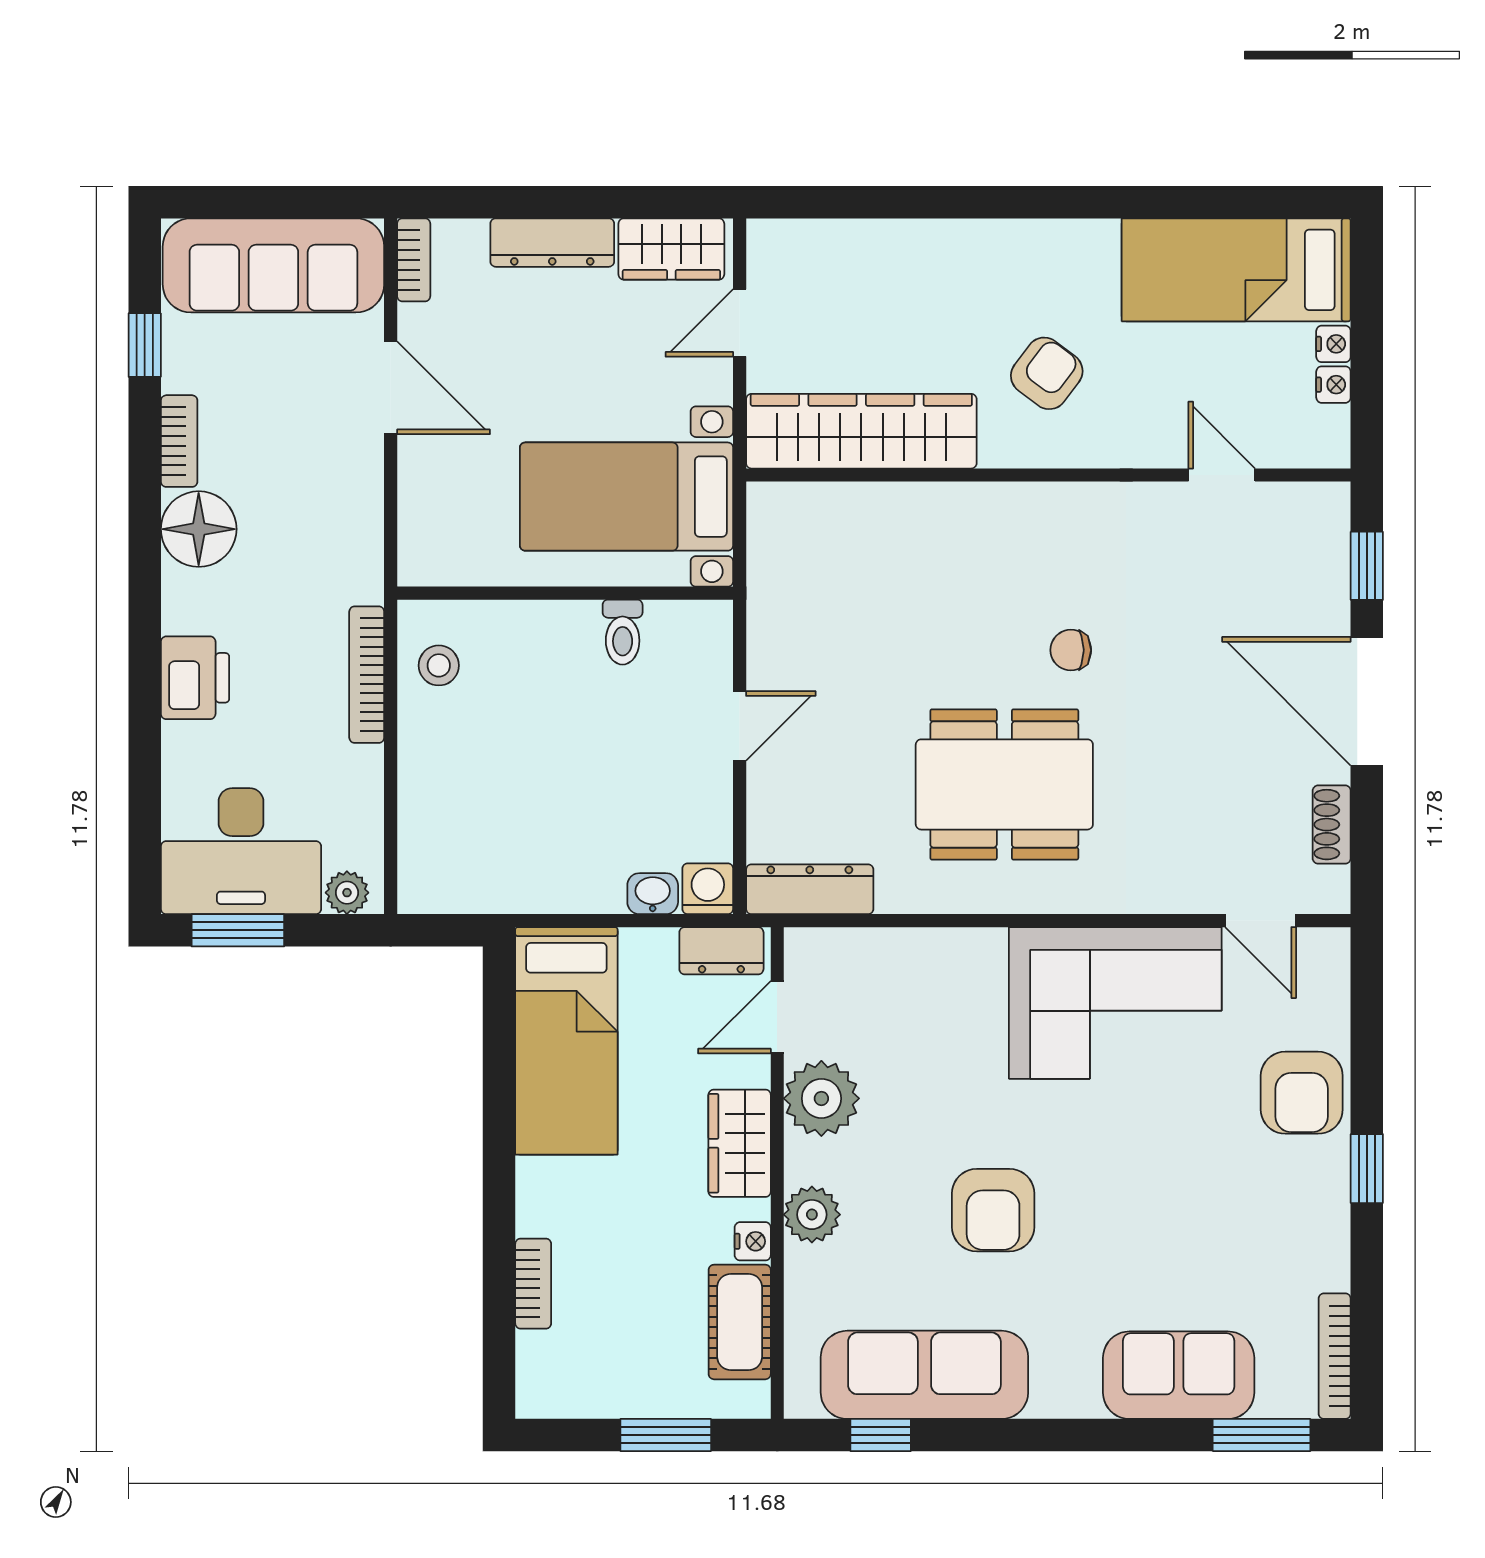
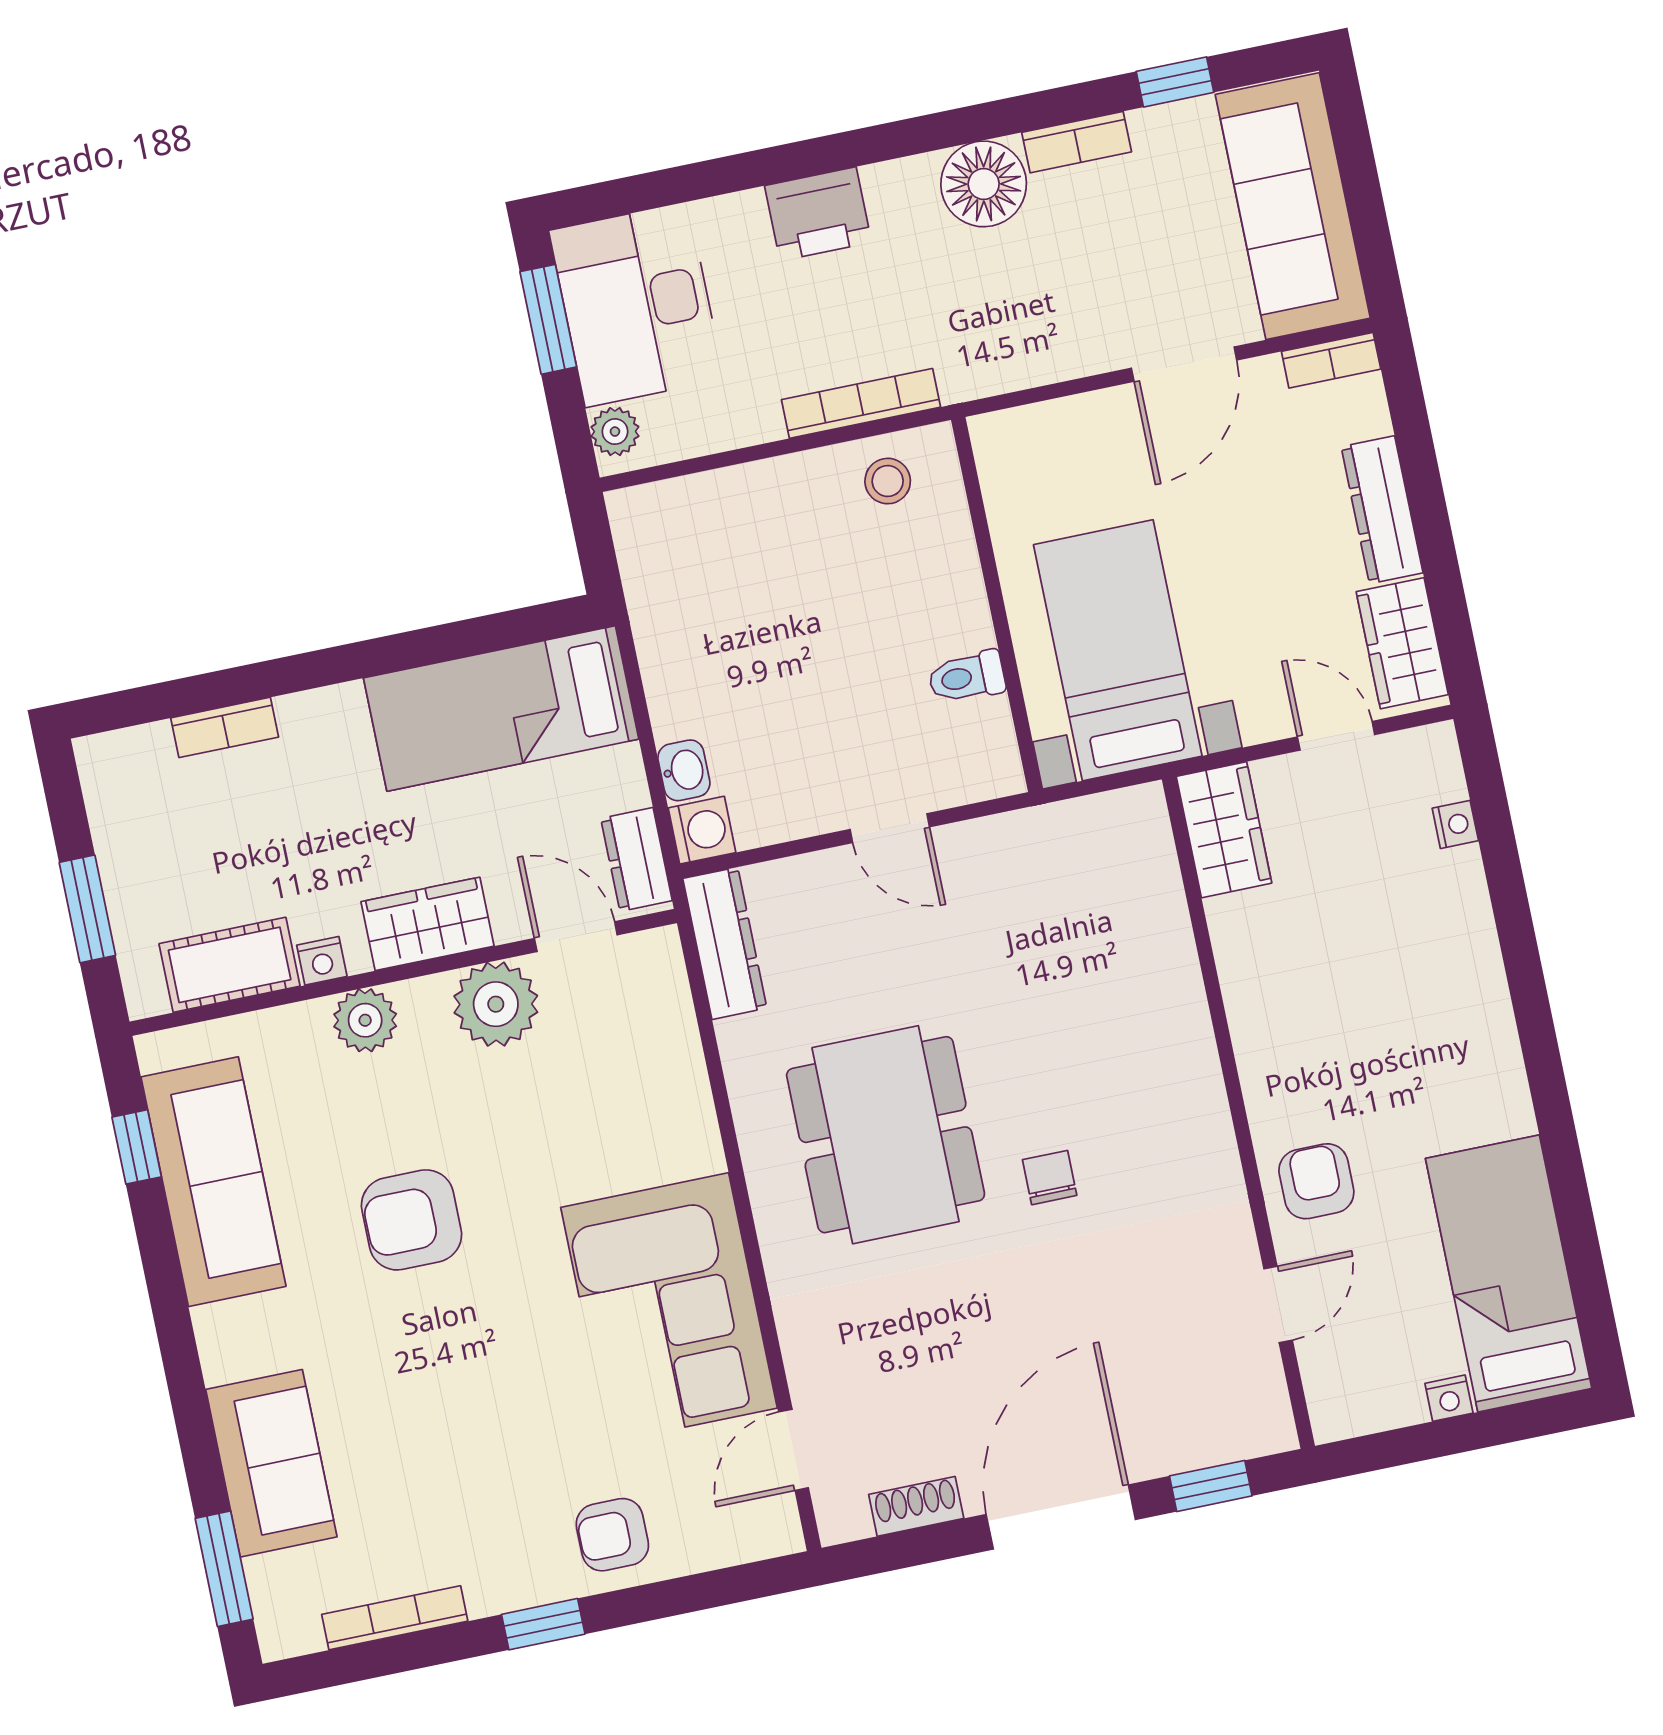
armchair: (1047, 373) -> (1316, 1181), moved, turned -127
nightstand: (1333, 385) -> (1455, 824), moved, turned -90
wardrobe: (861, 431) -> (1224, 830), width x0.48, depth x0.85
armchair: (1302, 1093) -> (612, 1535), width x0.72, depth x0.72
bookcase: (1335, 1356) -> (395, 1618), moved

